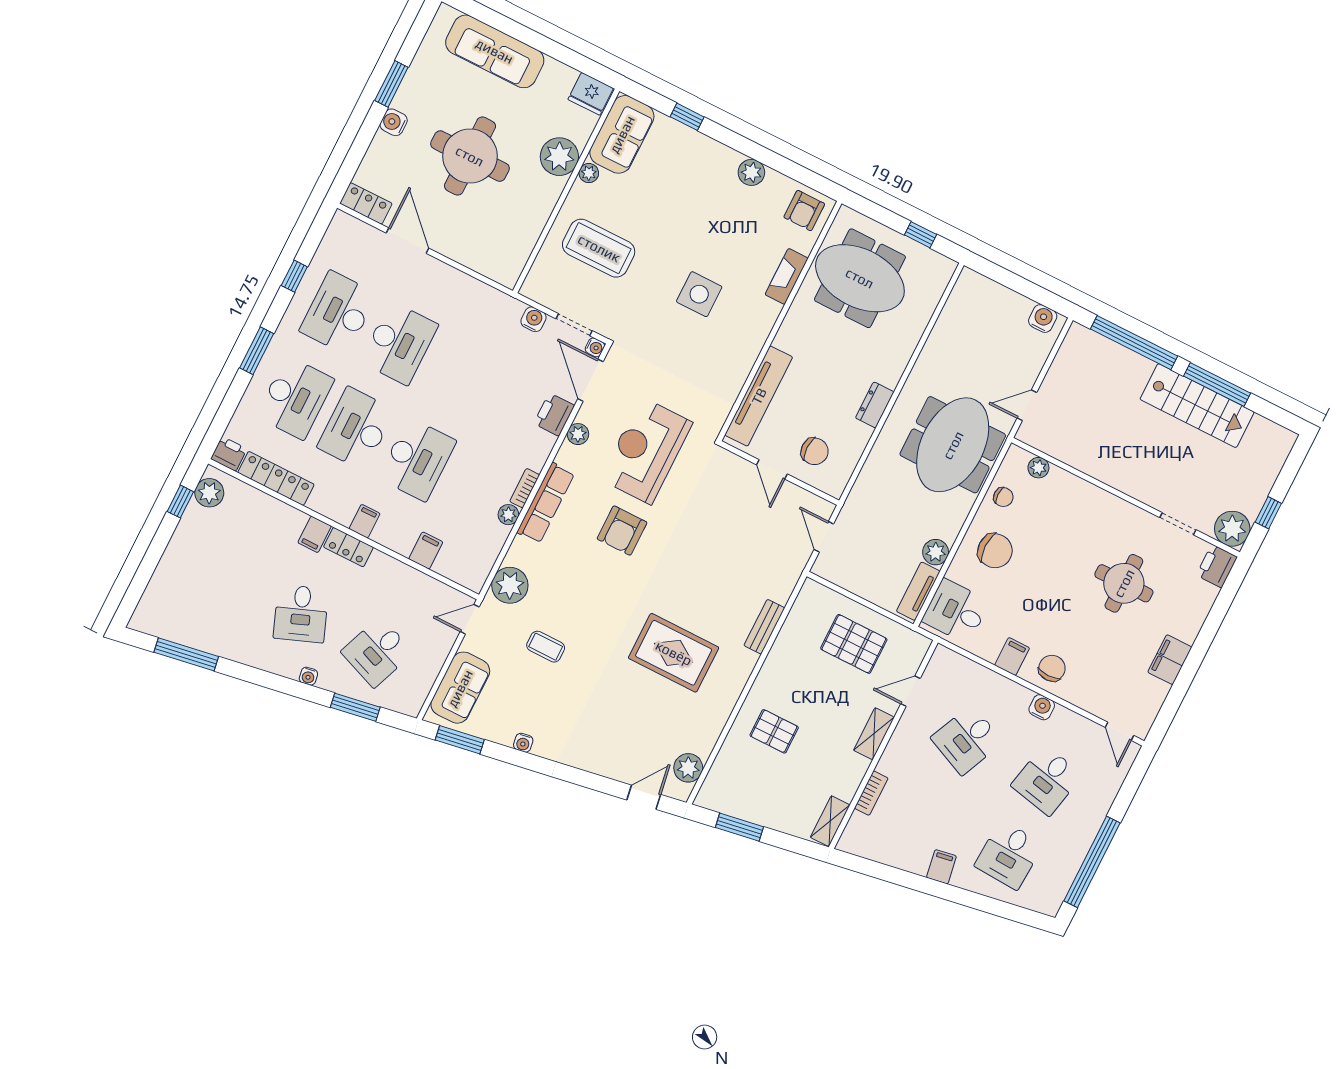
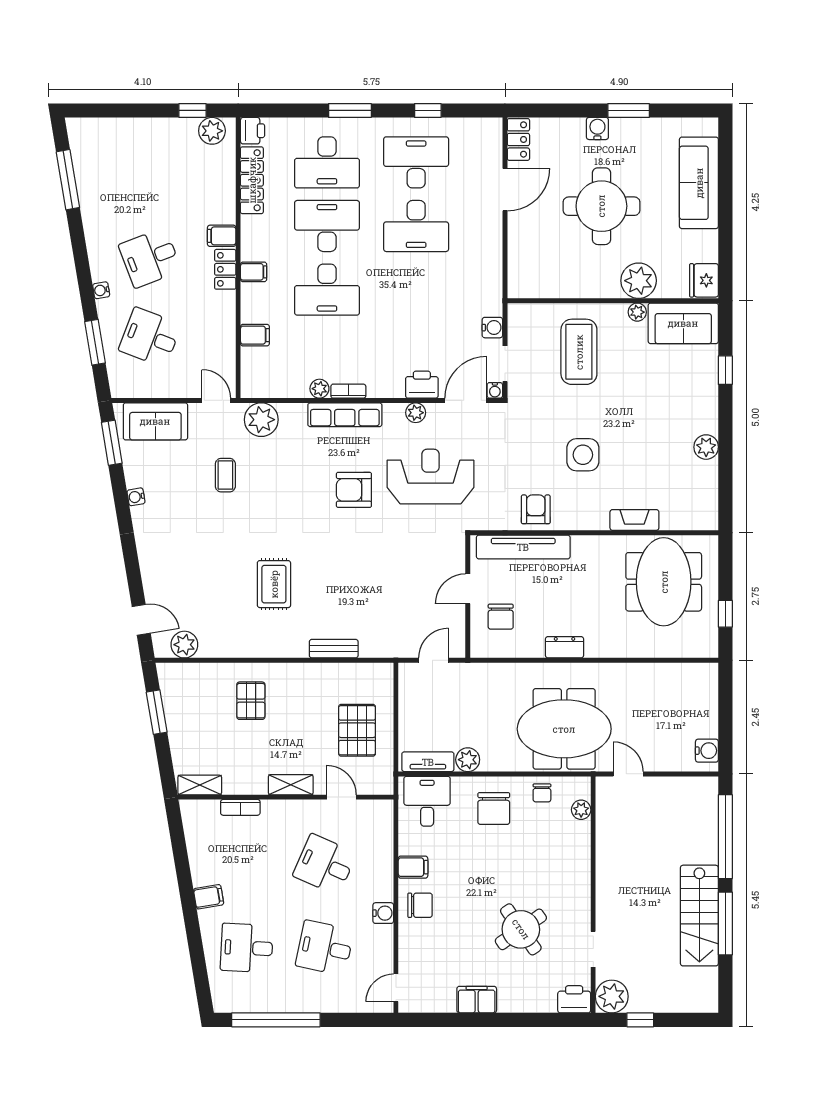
armchair: (804, 211) -> (536, 509), moved, turned 90
round table: (1124, 583) -> (521, 929), turned -35
rug: (674, 653) -> (274, 584), width x0.73, depth x0.70

